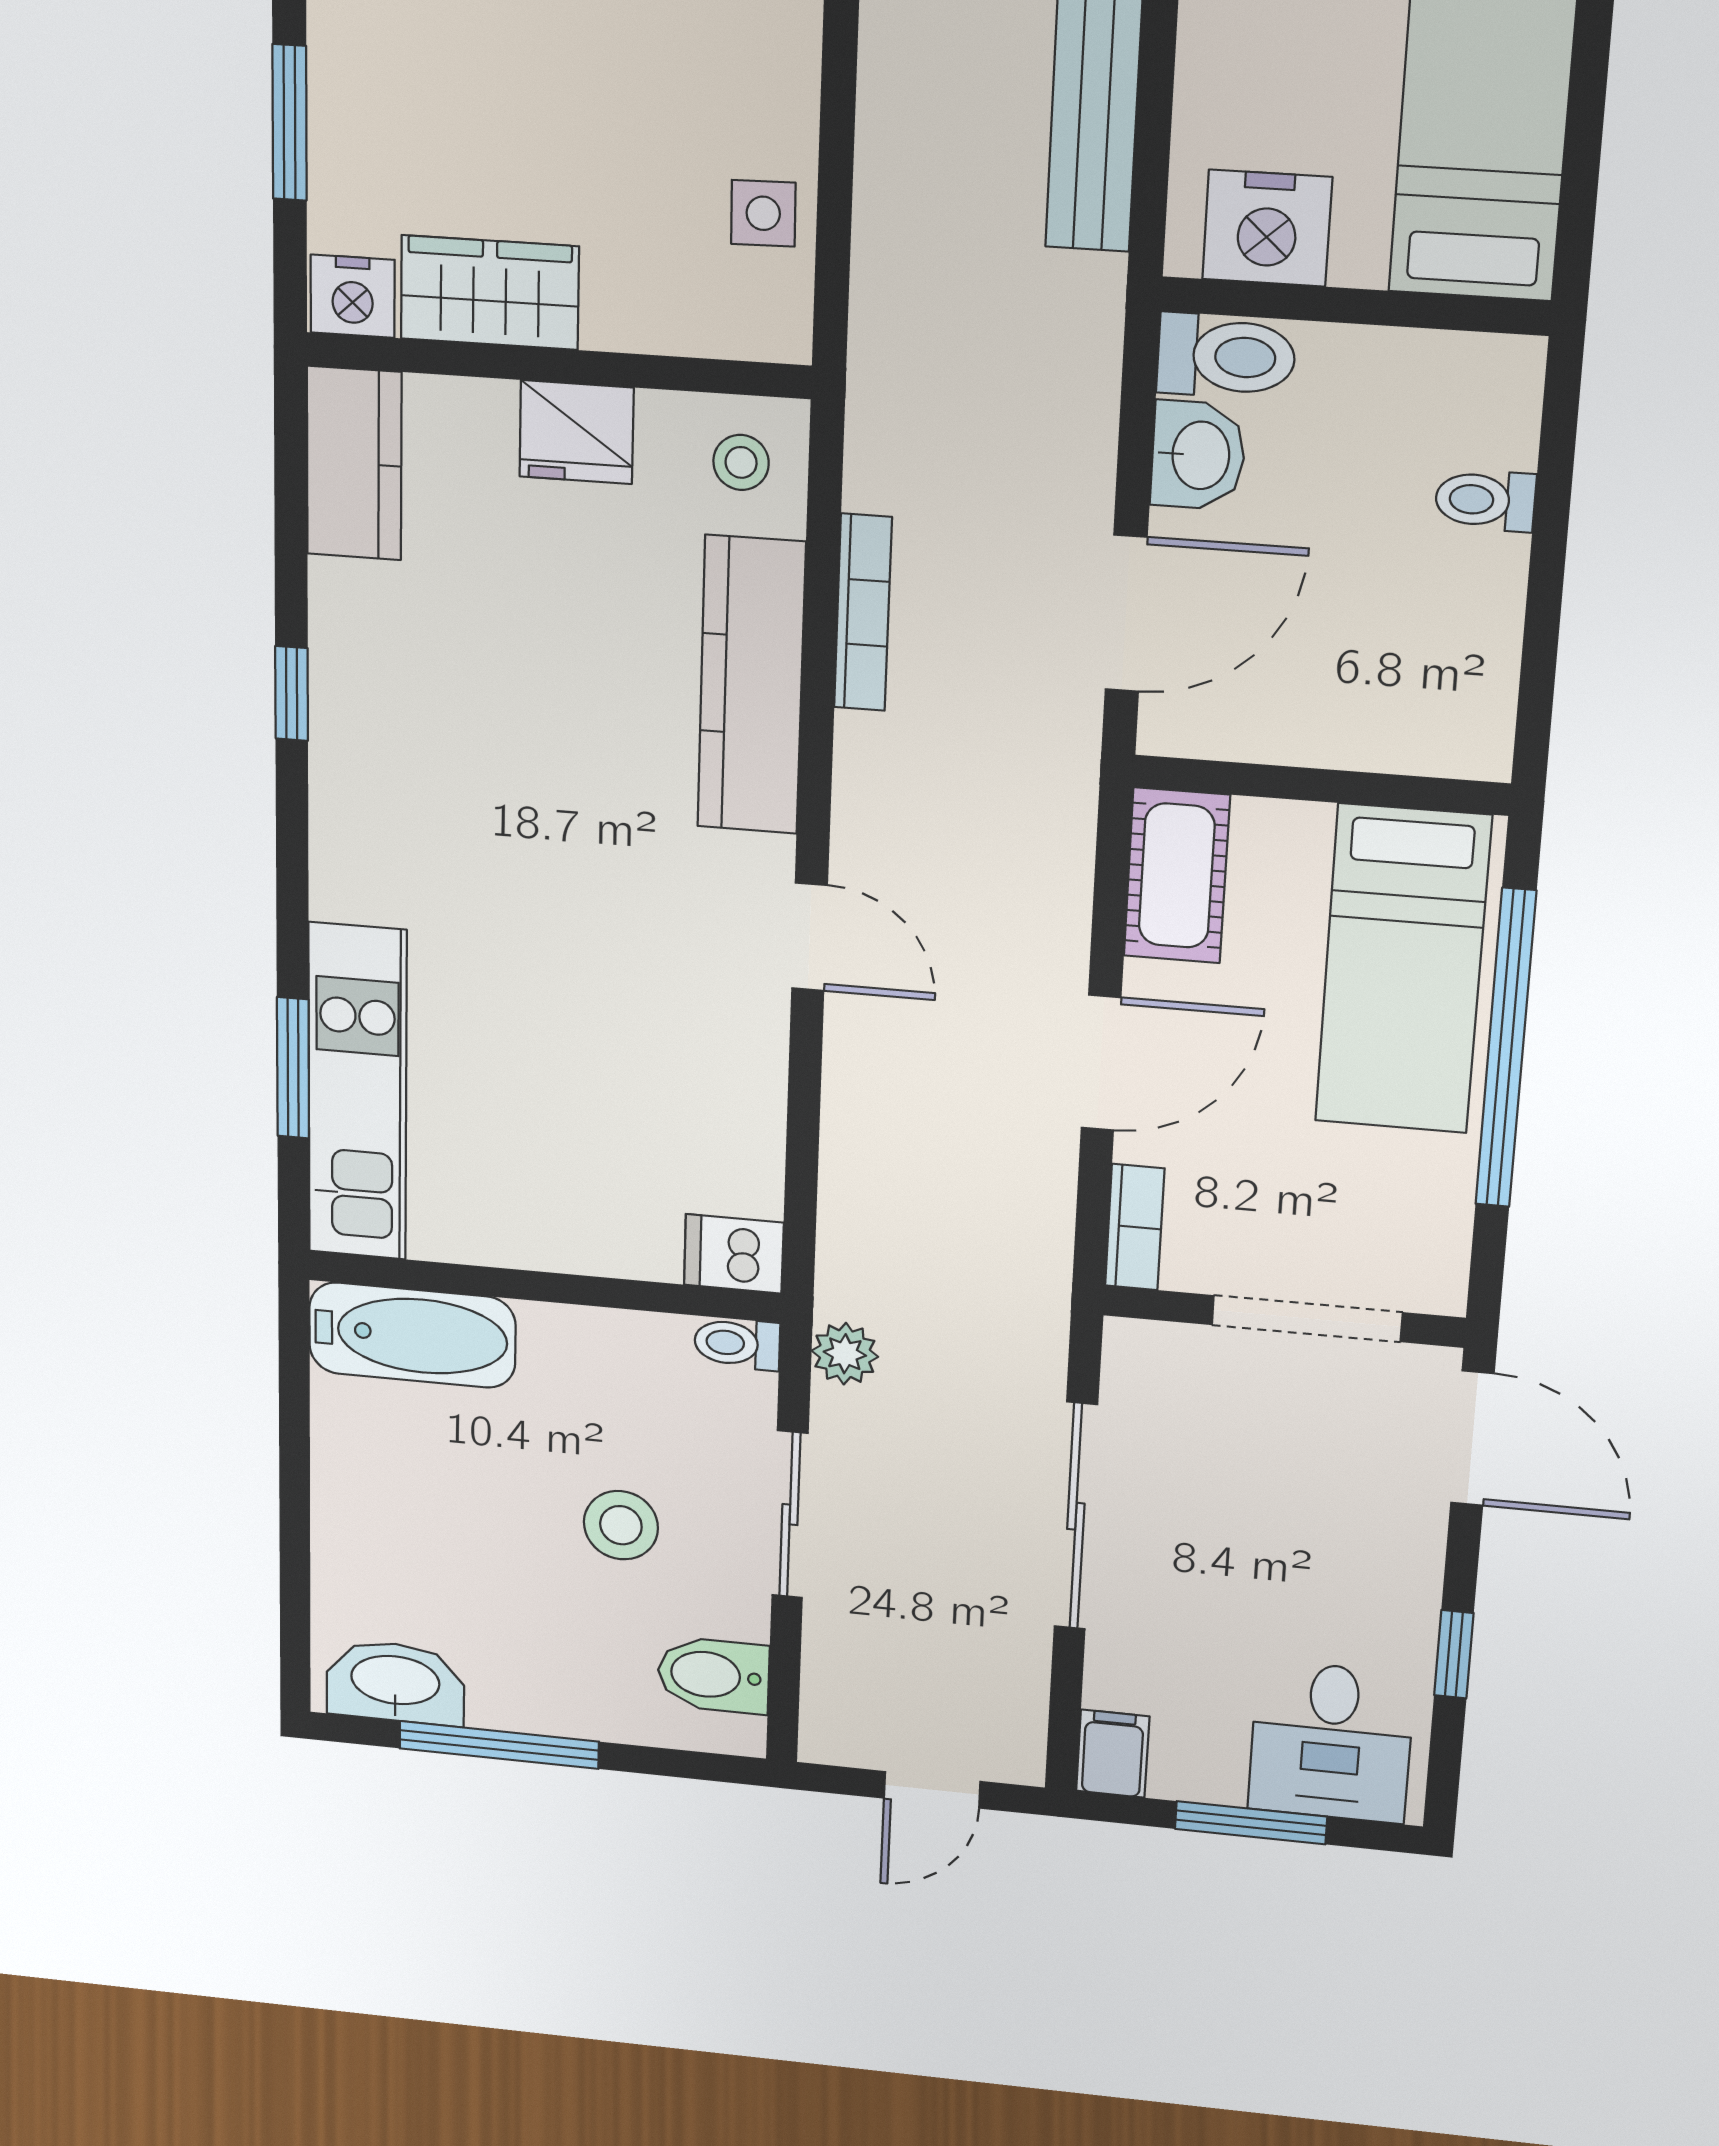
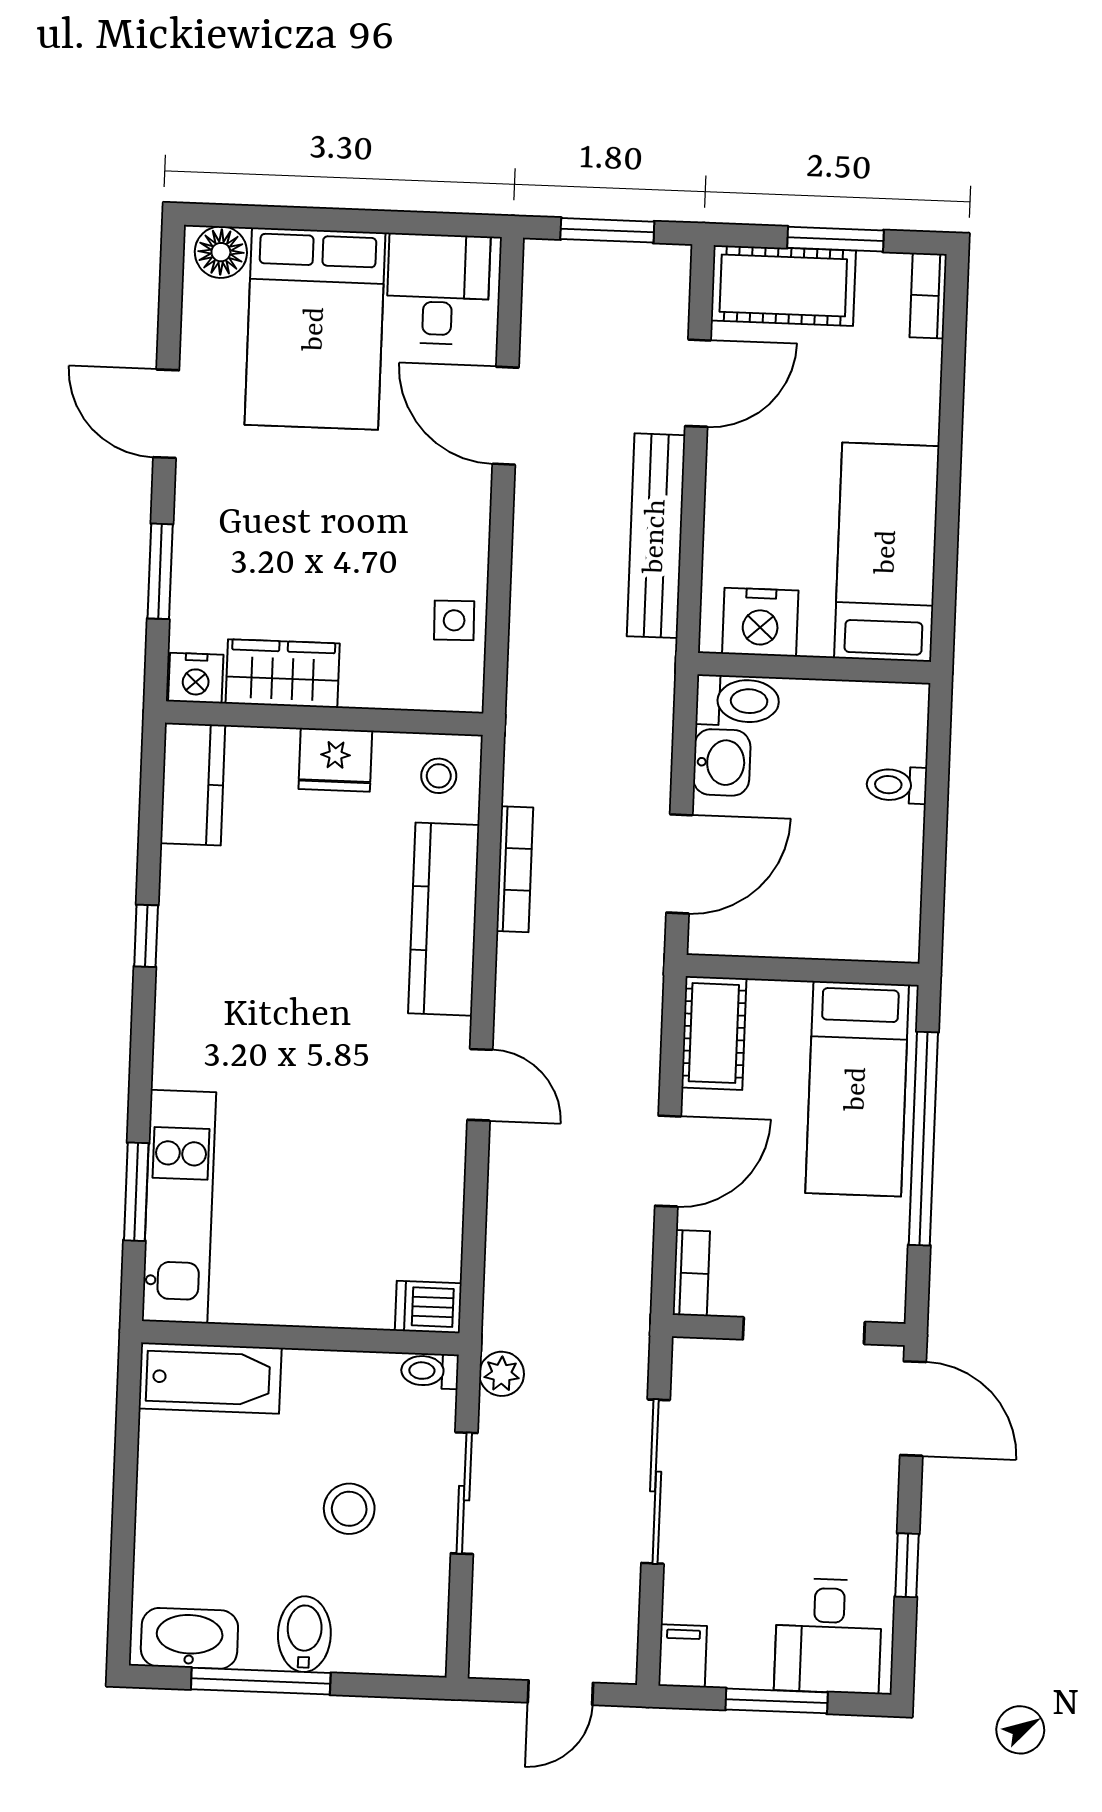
bidet: (713, 1675) -> (304, 1634), moved, turned 90

